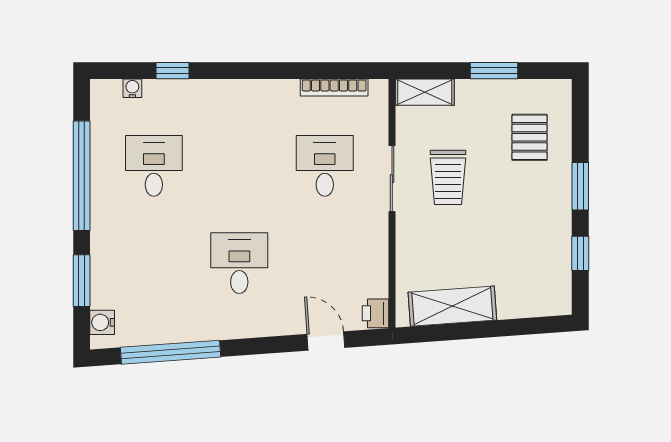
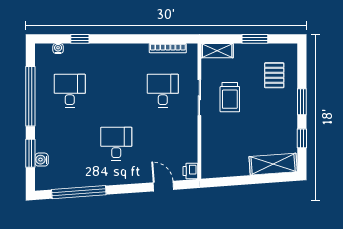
shelving: (452, 306) -> (273, 164), moved
water cooler: (102, 322) -> (42, 160), moved

